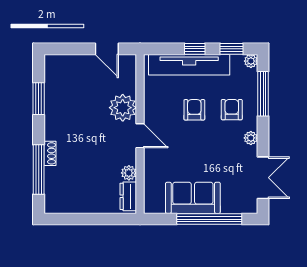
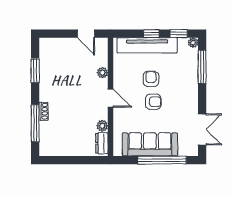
plant: (123, 108) -> (102, 73), width x0.53, depth x0.53
armchair: (232, 110) -> (153, 102), moved, turned 90
plant: (251, 138) -> (193, 100), removed
sofa: (193, 198) -> (150, 144), width x1.36

